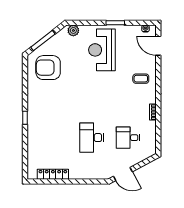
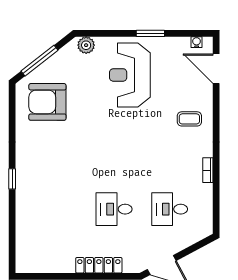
desk: (92, 138) -> (114, 209), width x0.73
locker: (53, 174) -> (99, 265), moved

